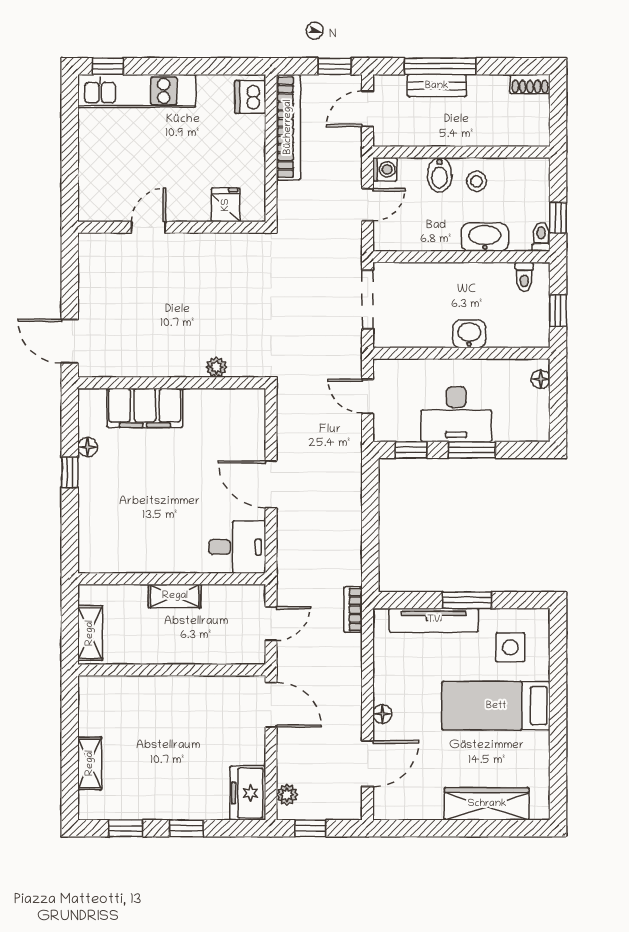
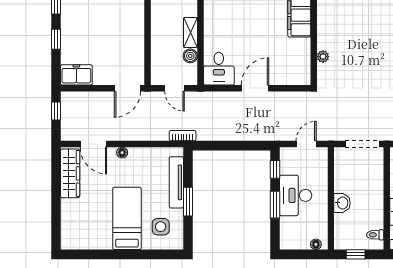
boiler: (215, 596) -> (190, 56), added
plant: (287, 795) -> (75, 97), removed
wardrobe: (487, 804) -> (70, 173), moved

